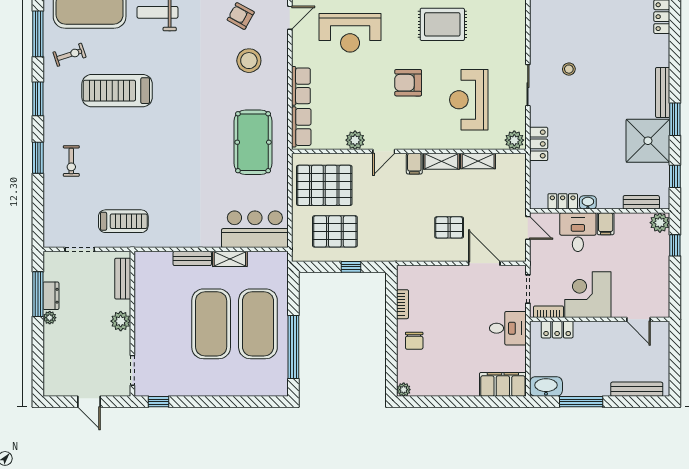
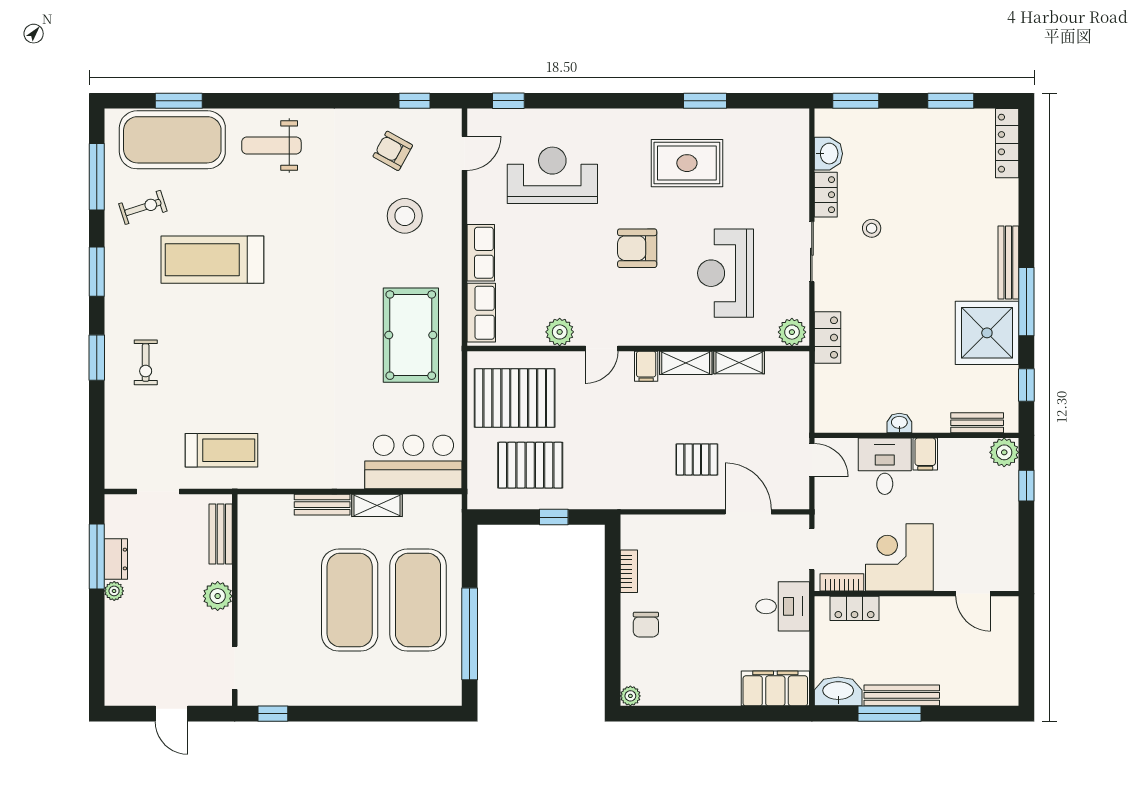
washbasin: (539, 18) -> (828, 154), added
reception desk: (350, 33) -> (552, 175), turned 180
window: (675, 119) -> (1026, 302), width x1.44
locker: (563, 201) -> (826, 195), moved, turned 90
bench: (637, 389) -> (902, 695), moved

